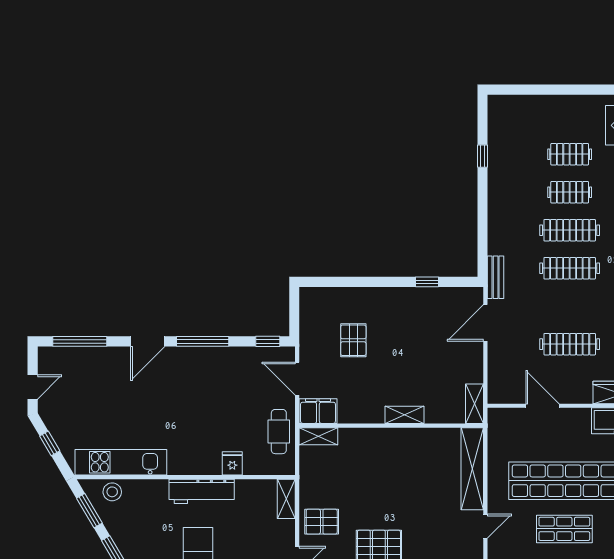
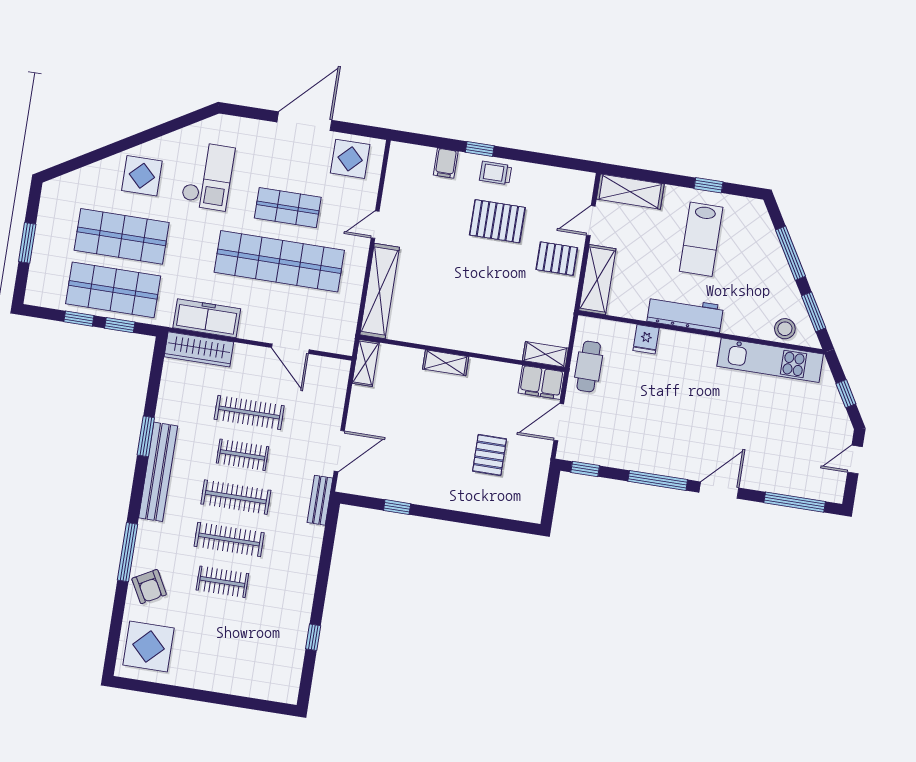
clothes rail: (570, 154) -> (243, 455), moved
door: (297, 379) -> (559, 422), swing flipped
shelving: (286, 499) -> (597, 280), width x1.50, depth x1.33

